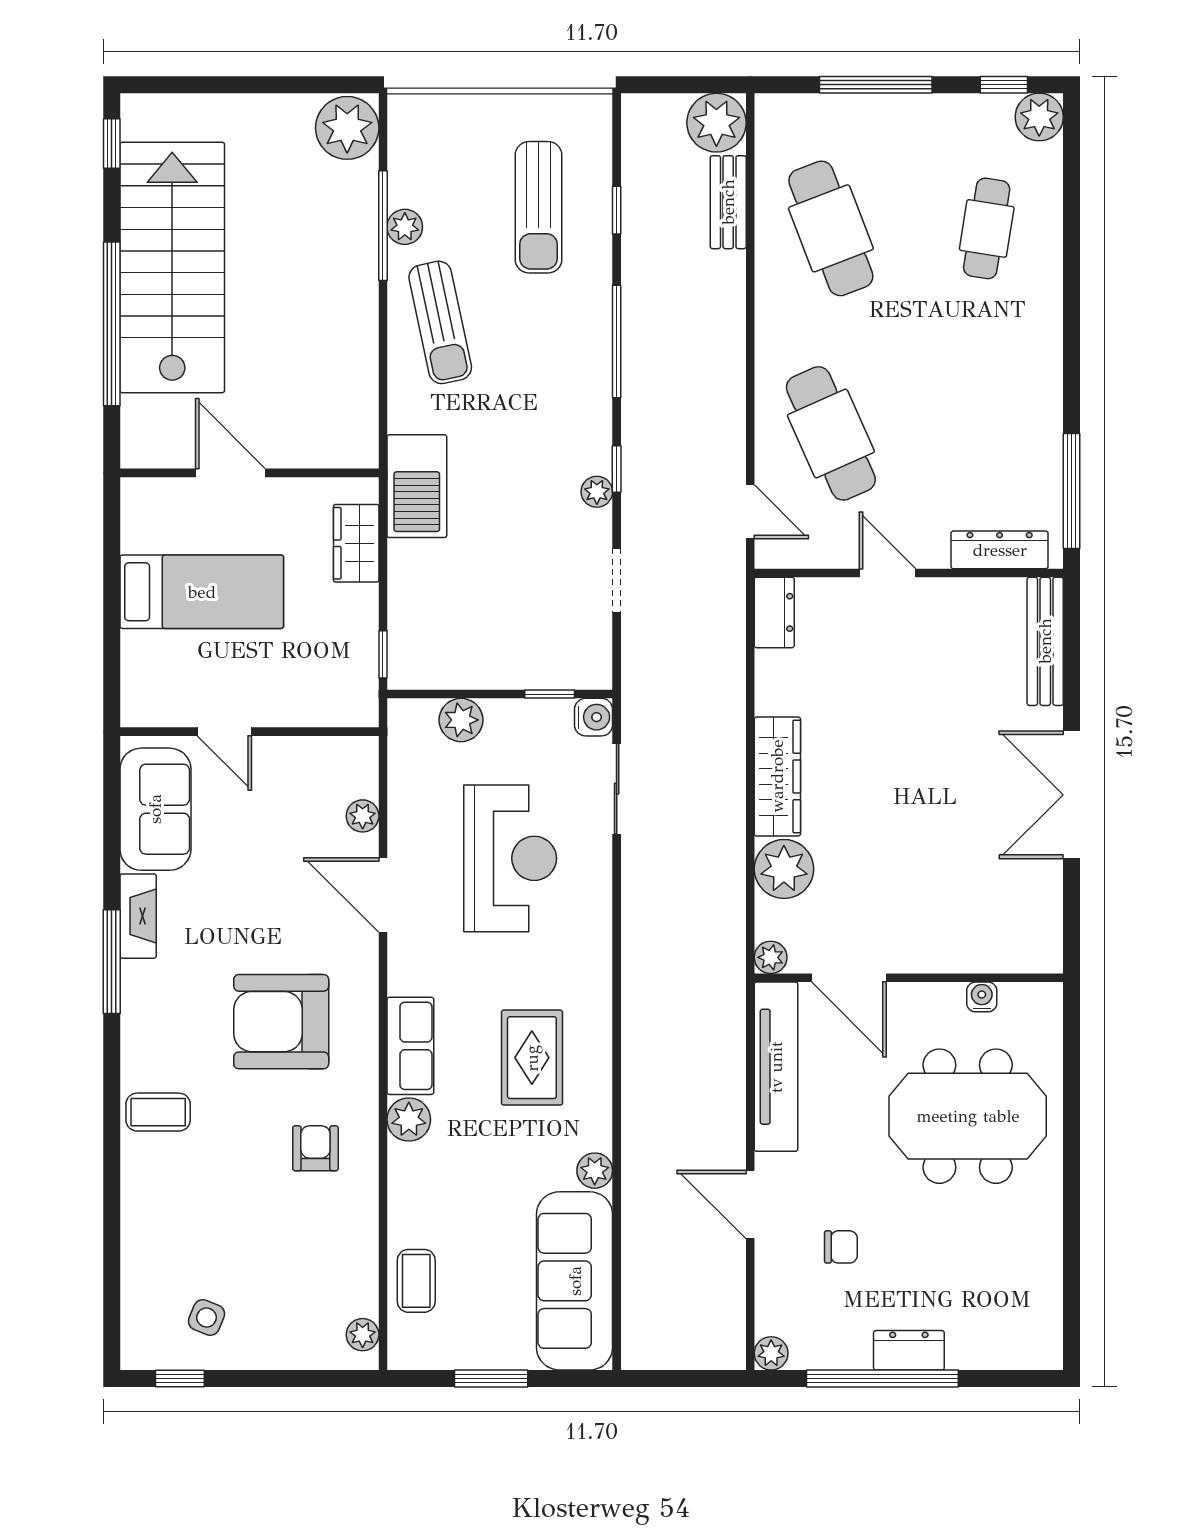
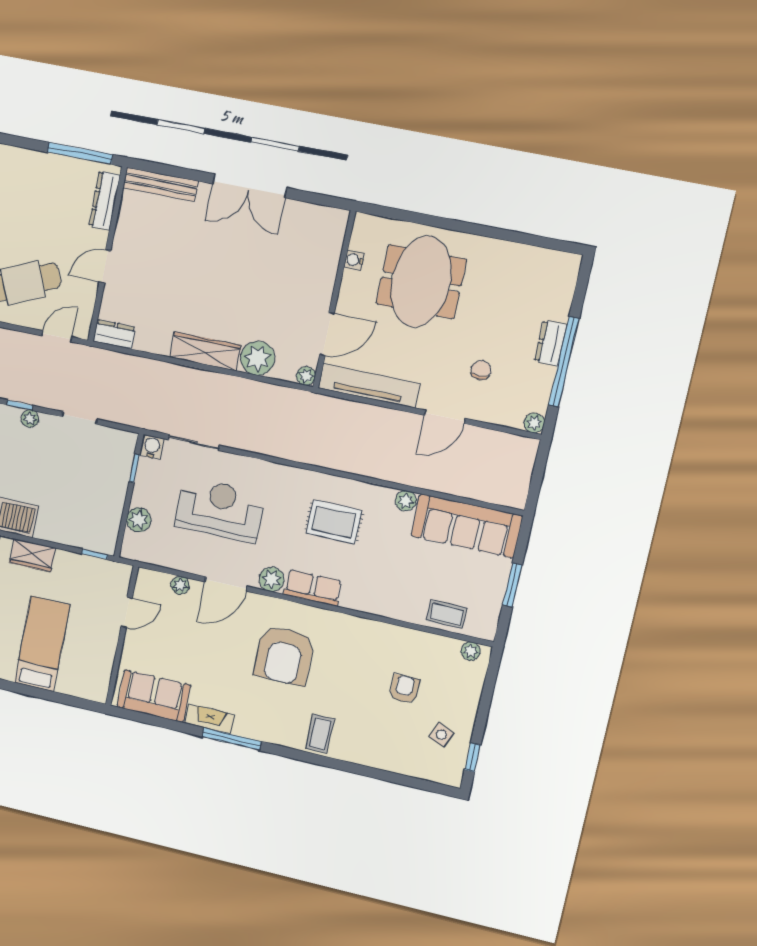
door: (224, 732) -> (127, 612), moved
plant: (409, 1120) -> (272, 579), moved
armchair: (315, 1148) -> (404, 689), moved, turned 90

